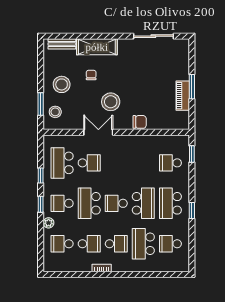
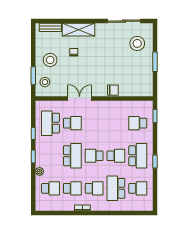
piano: (183, 96) -> (148, 69), removed
stool: (111, 102) -> (137, 43), moved
school desk: (62, 203) -> (50, 156), removed
school desk: (89, 203) -> (72, 156), turned 180
school desk: (143, 203) -> (116, 156), width x0.54
school desk: (170, 203) -> (138, 156), turned 180
school desk: (62, 244) -> (50, 188), turned 180
school desk: (170, 244) -> (138, 188), turned 180

